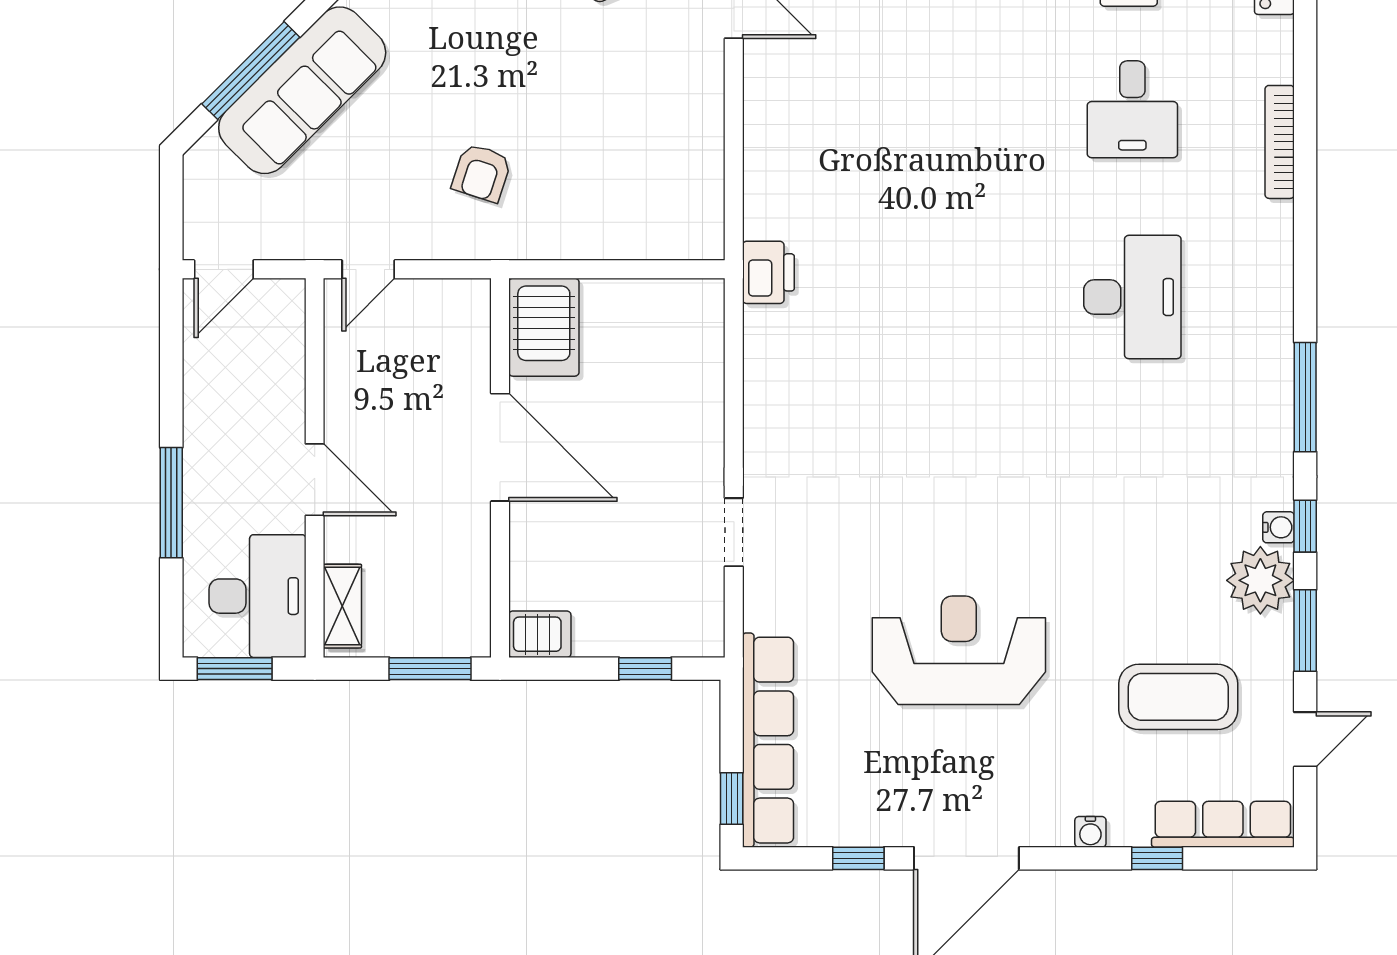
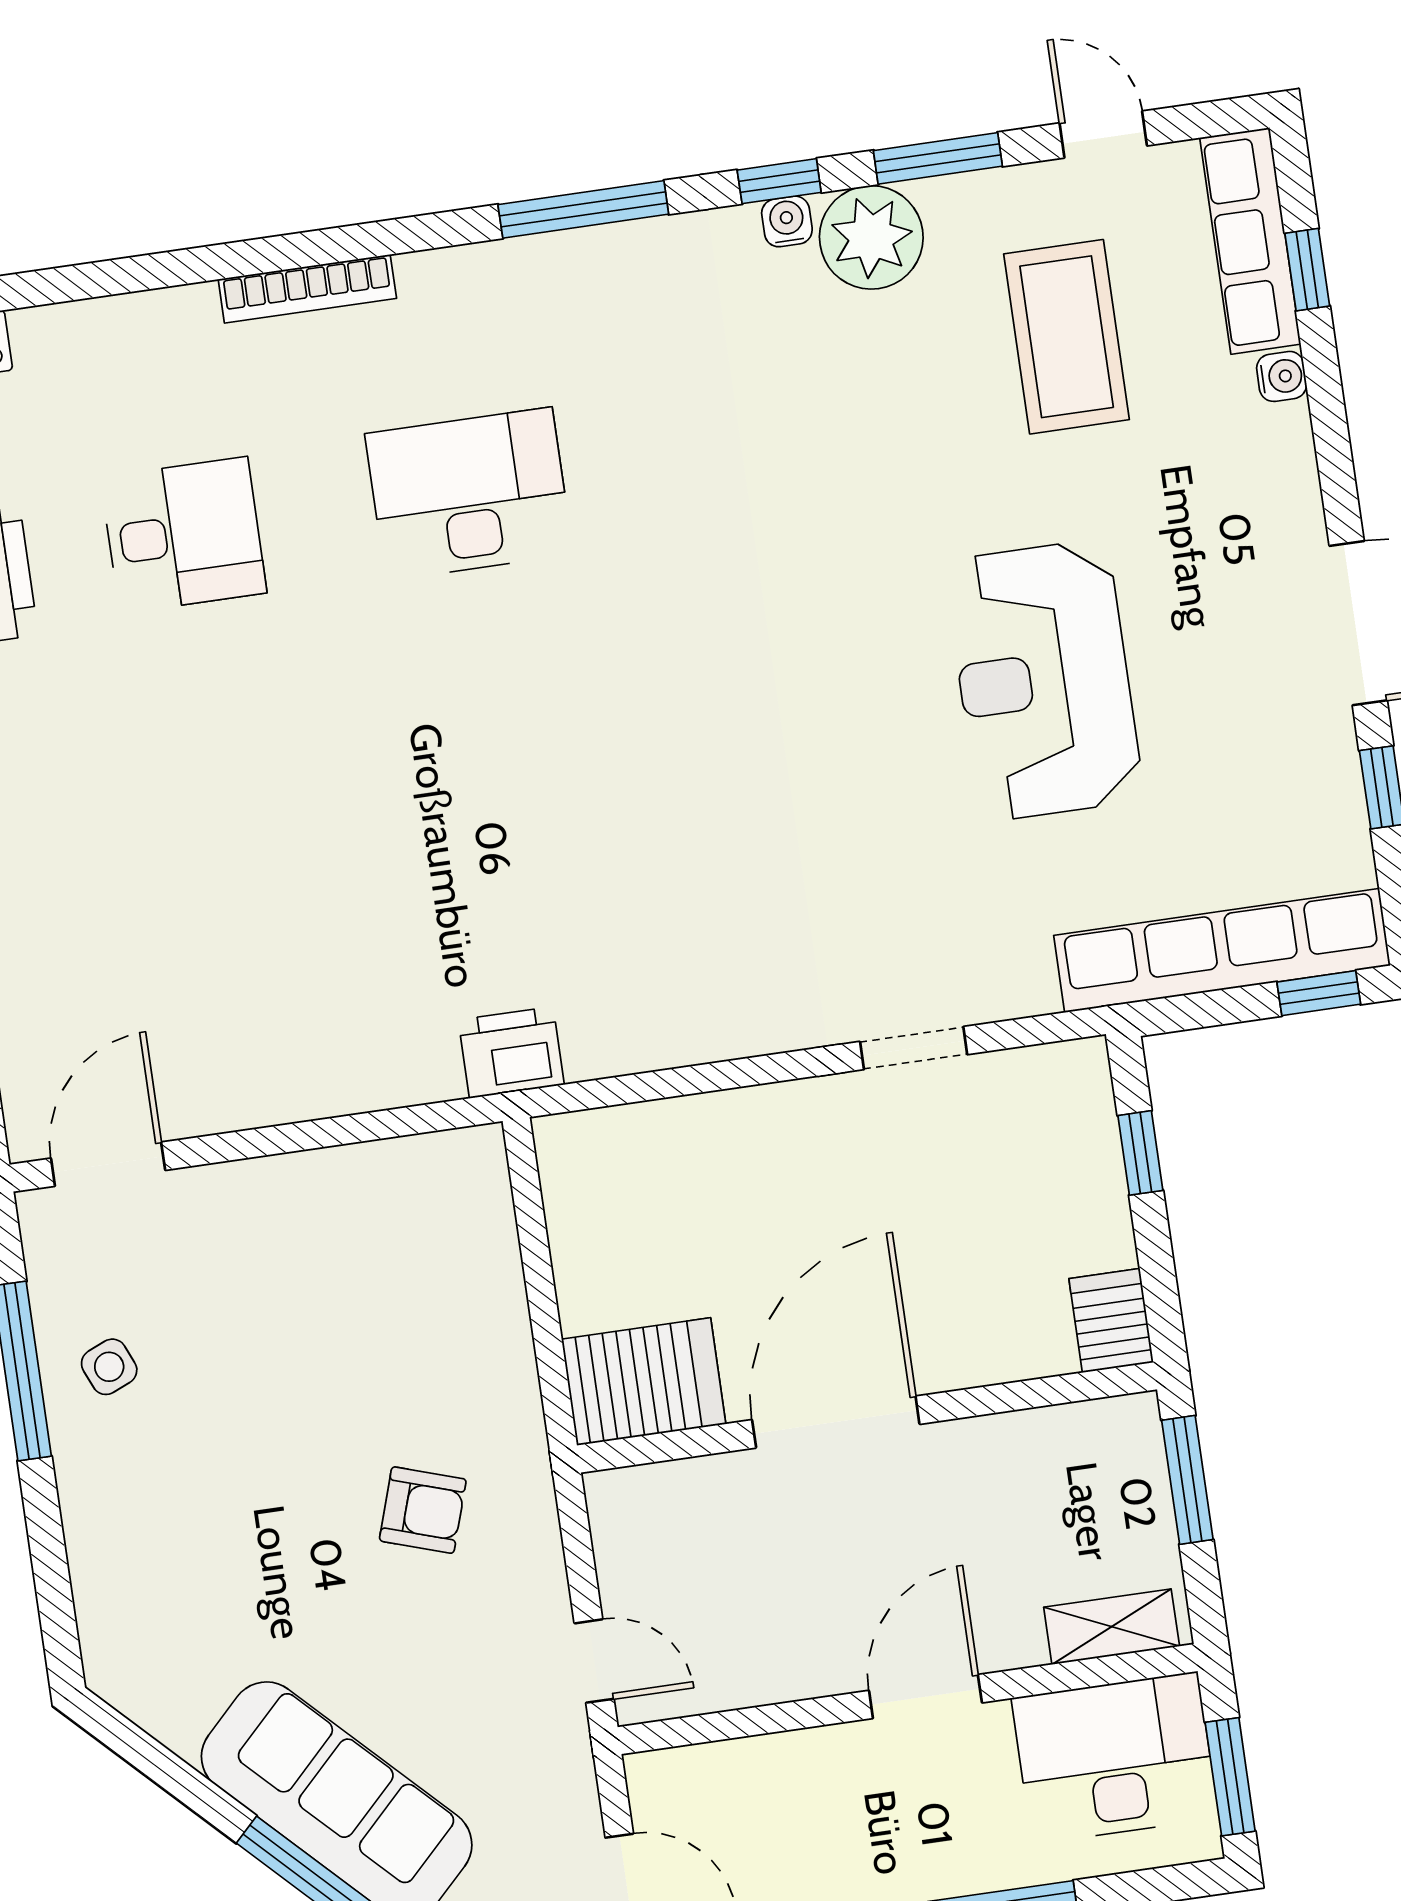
bookcase: (1280, 142) -> (307, 289), moved
water cooler: (1090, 832) -> (1282, 376), moved
window: (1157, 858) -> (1307, 270), moved

